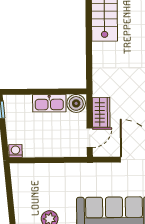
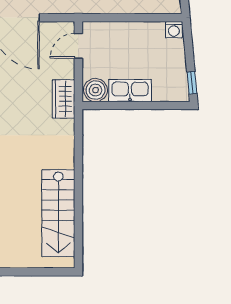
wardrobe: (101, 112) -> (64, 99), moved

